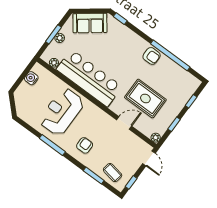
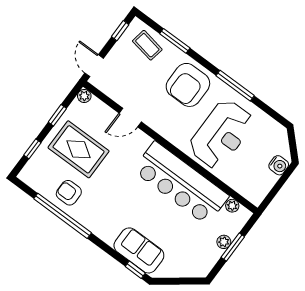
sofa: (90, 23) -> (139, 250), moved, turned 37
armchair: (152, 56) -> (69, 193), moved
water cooler: (31, 78) -> (279, 165), moved
rug: (145, 99) -> (79, 149), moved
armchair: (85, 145) -> (188, 85), width x1.88, depth x1.88

